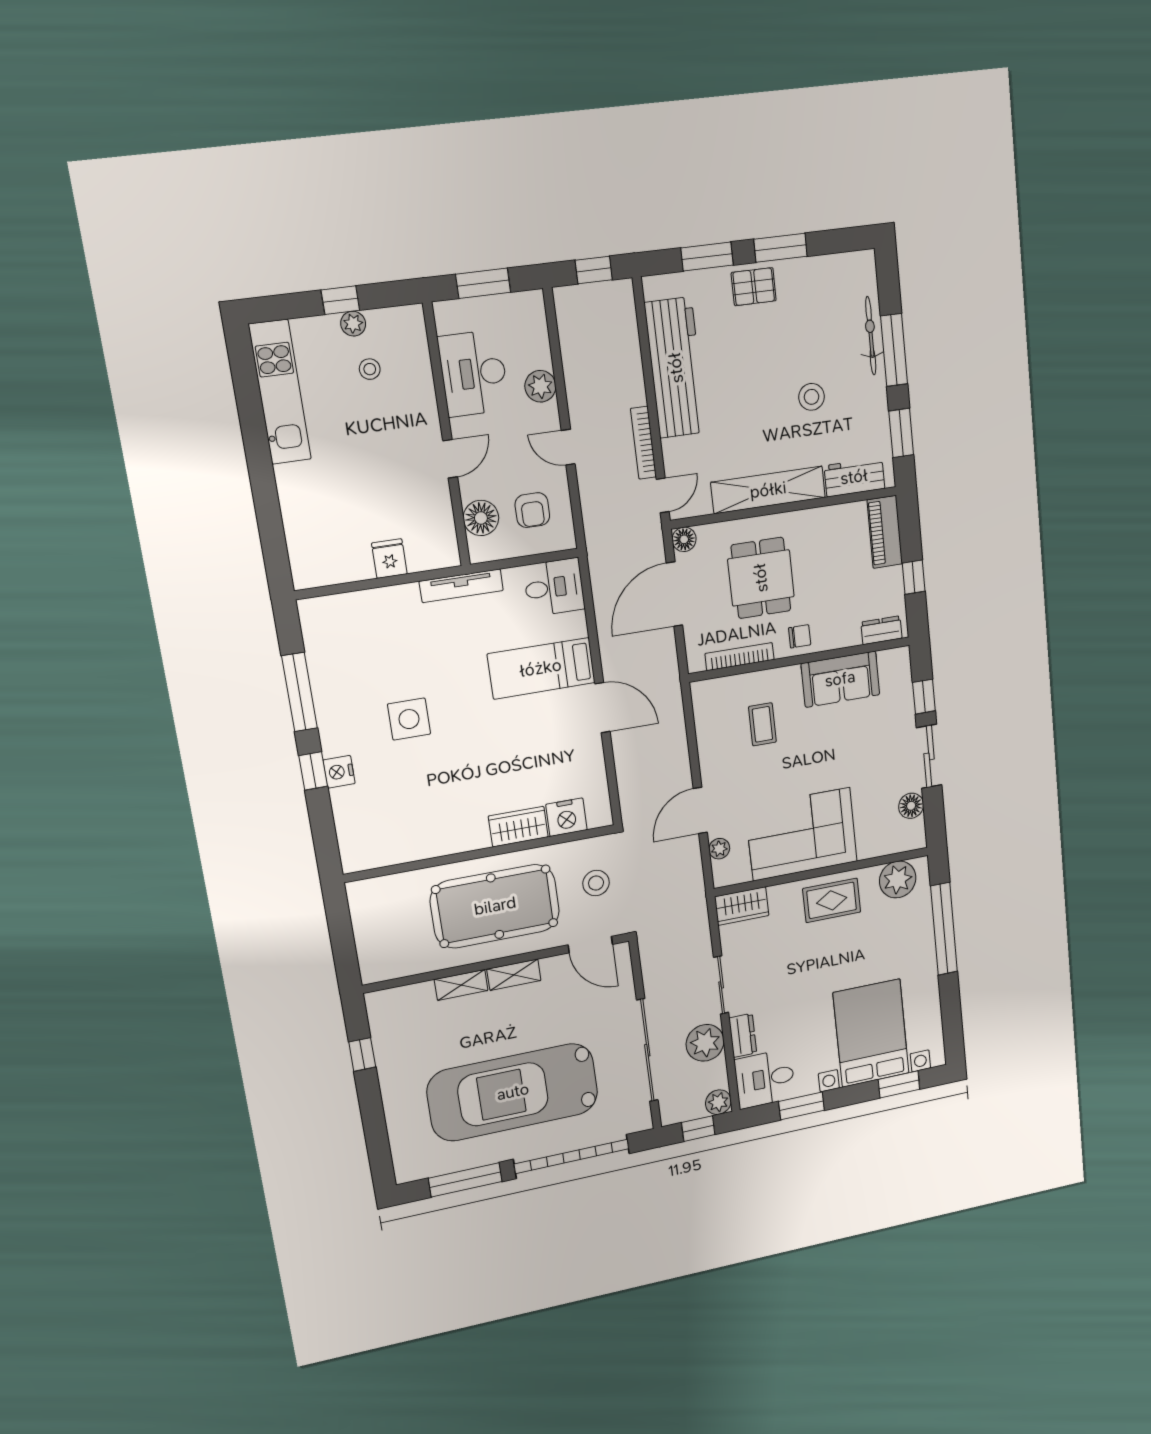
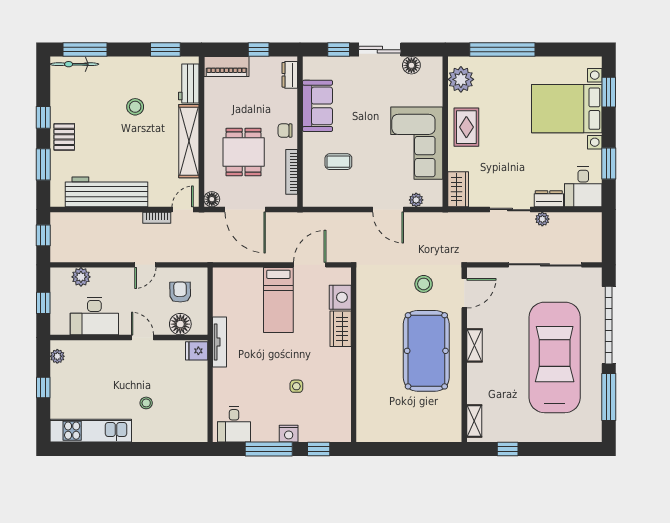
window: (780, 248) -> (43, 117), width x0.67
window: (483, 283) -> (43, 303), width x0.67
plant: (353, 324) -> (57, 356), moved
bicycle: (871, 336) -> (74, 64), moved
window: (894, 350) -> (85, 50), moved
stool: (370, 369) -> (146, 403), moved
plant: (540, 386) -> (81, 277), moved
bookcase: (643, 443) -> (157, 218), width x0.64
door: (663, 495) -> (183, 210), hinge flipped
armchair: (532, 510) -> (180, 292), turned -91
fridge: (389, 559) -> (197, 351), moved
dining table: (761, 578) -> (244, 152), turned 90
desk: (554, 587) -> (234, 424), moved, turned 180
chair: (800, 636) -> (285, 131), turned -90
side table: (409, 719) -> (296, 386), width x0.54, depth x0.54
nightstand: (339, 772) -> (289, 434), moved
nightstand: (566, 817) -> (340, 297), moved
wardrobe: (518, 827) -> (341, 329), moved
wall: (481, 853) -> (354, 355), moved
shelving: (461, 985) -> (474, 421), moved
plant: (705, 1043) -> (542, 219), width x0.53, depth x0.53
car: (513, 1092) -> (555, 357), turned 180
plant: (718, 1102) -> (593, 221), removed
window: (698, 1129) -> (609, 237), removed

